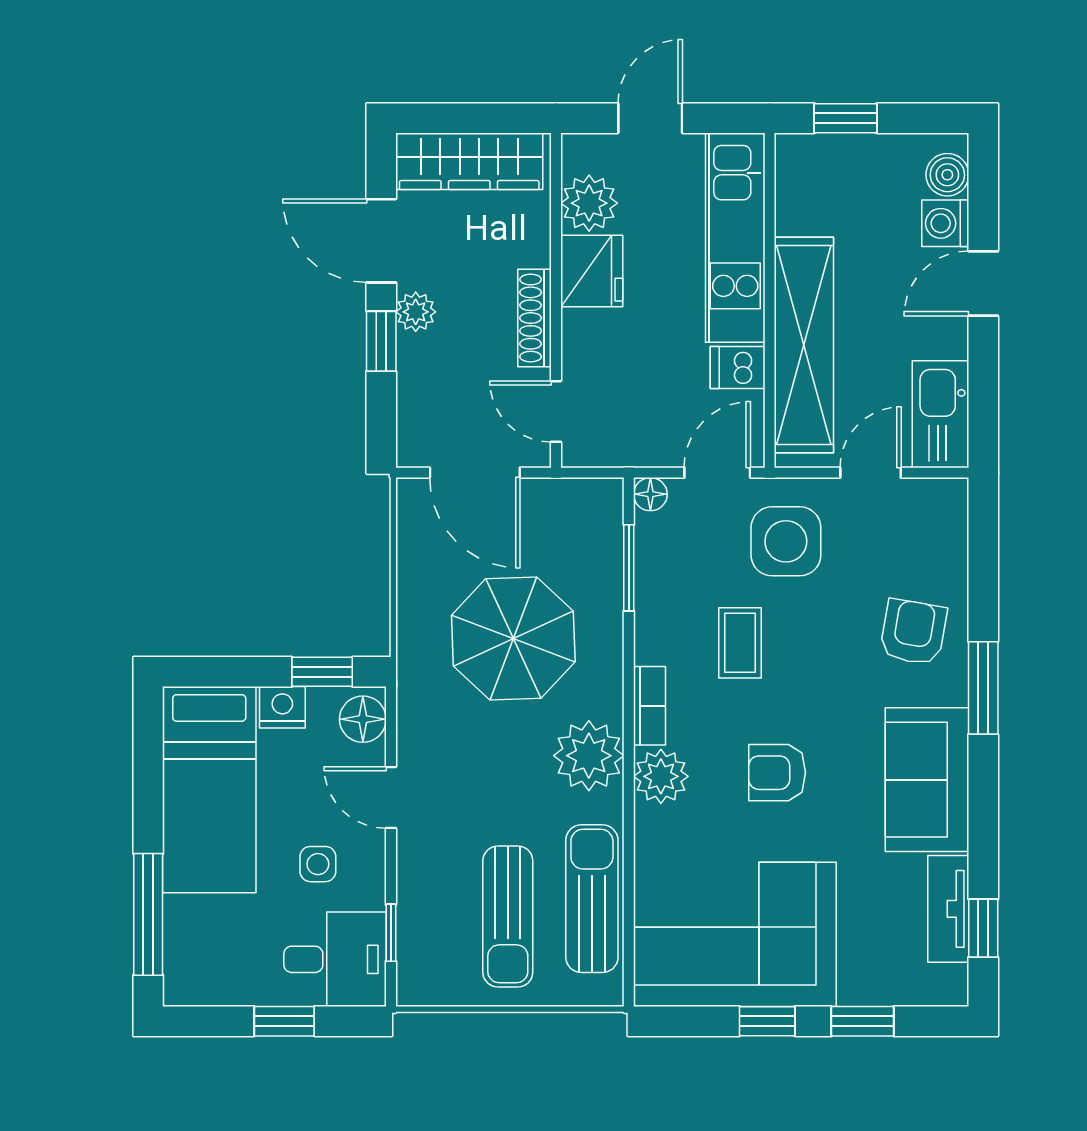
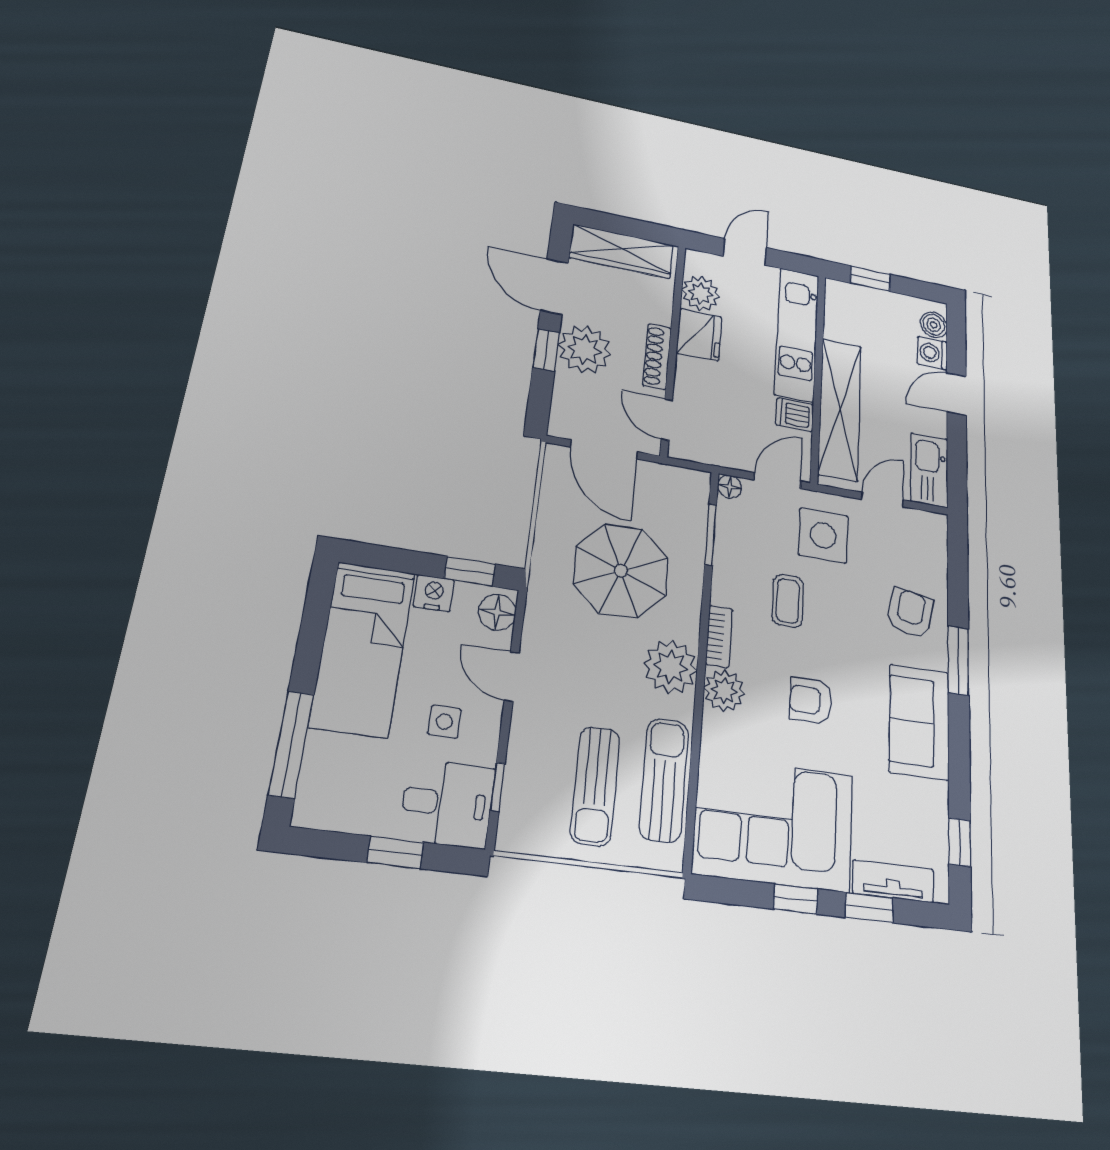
plant: (416, 312) -> (585, 350), width x1.88, depth x1.88
tv unit: (948, 909) -> (893, 881), moved, turned 90

